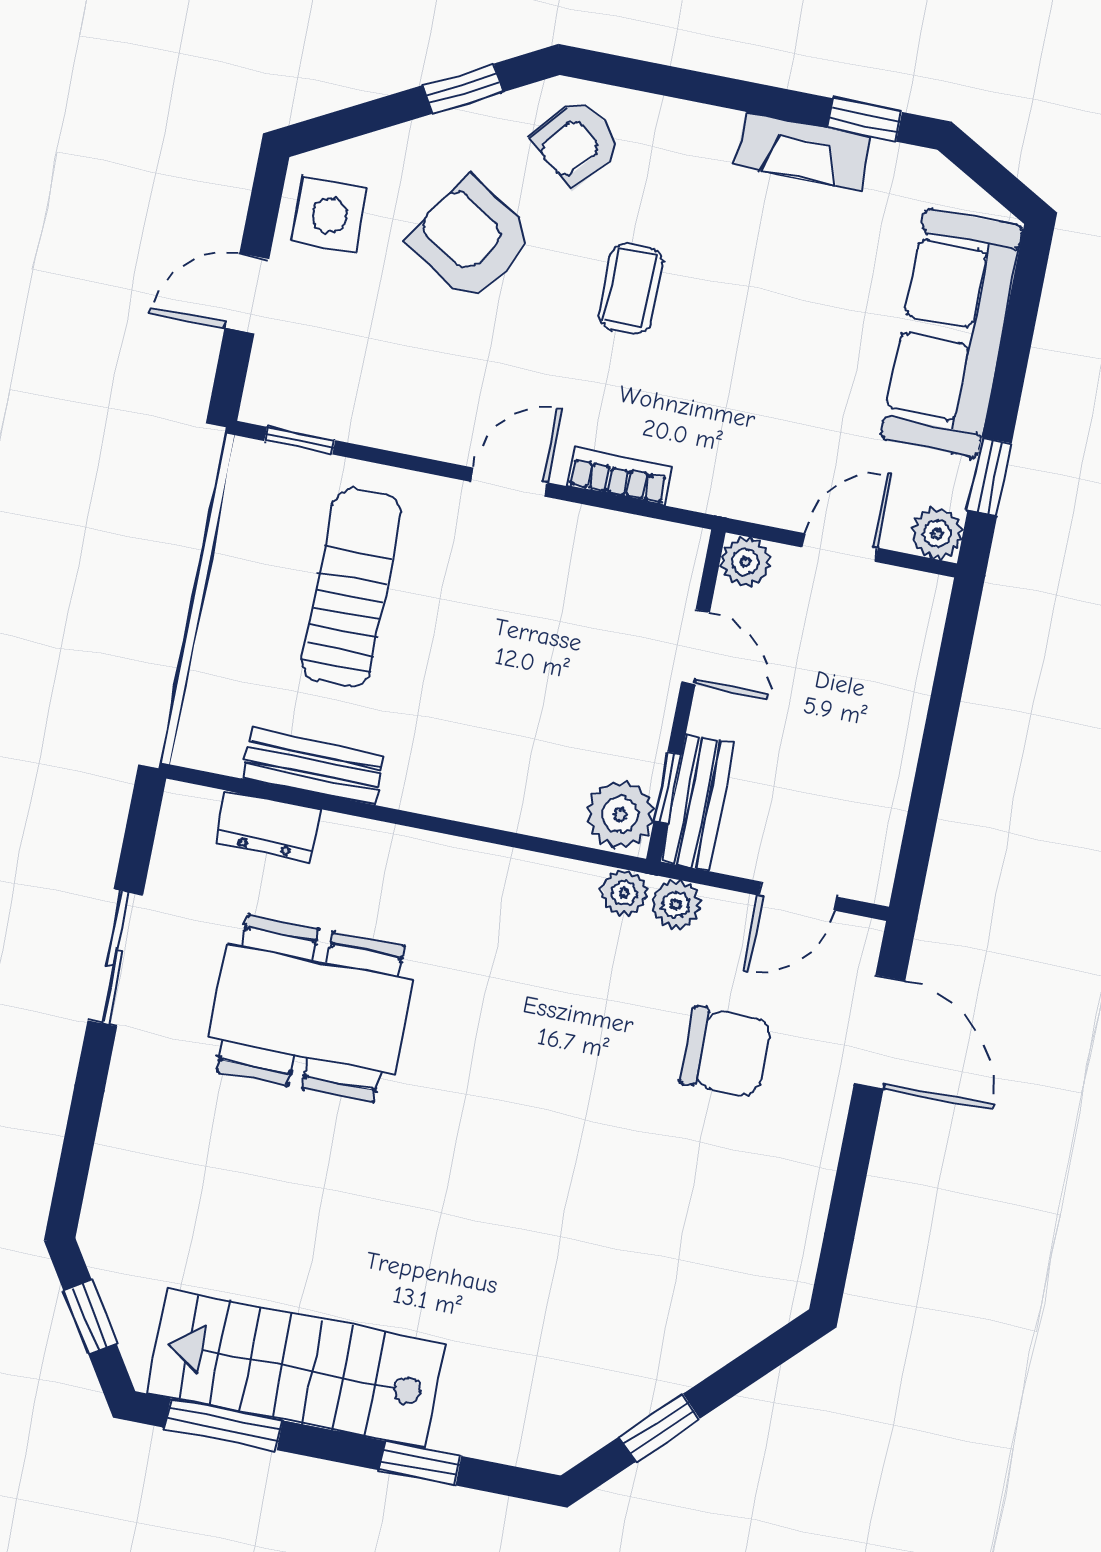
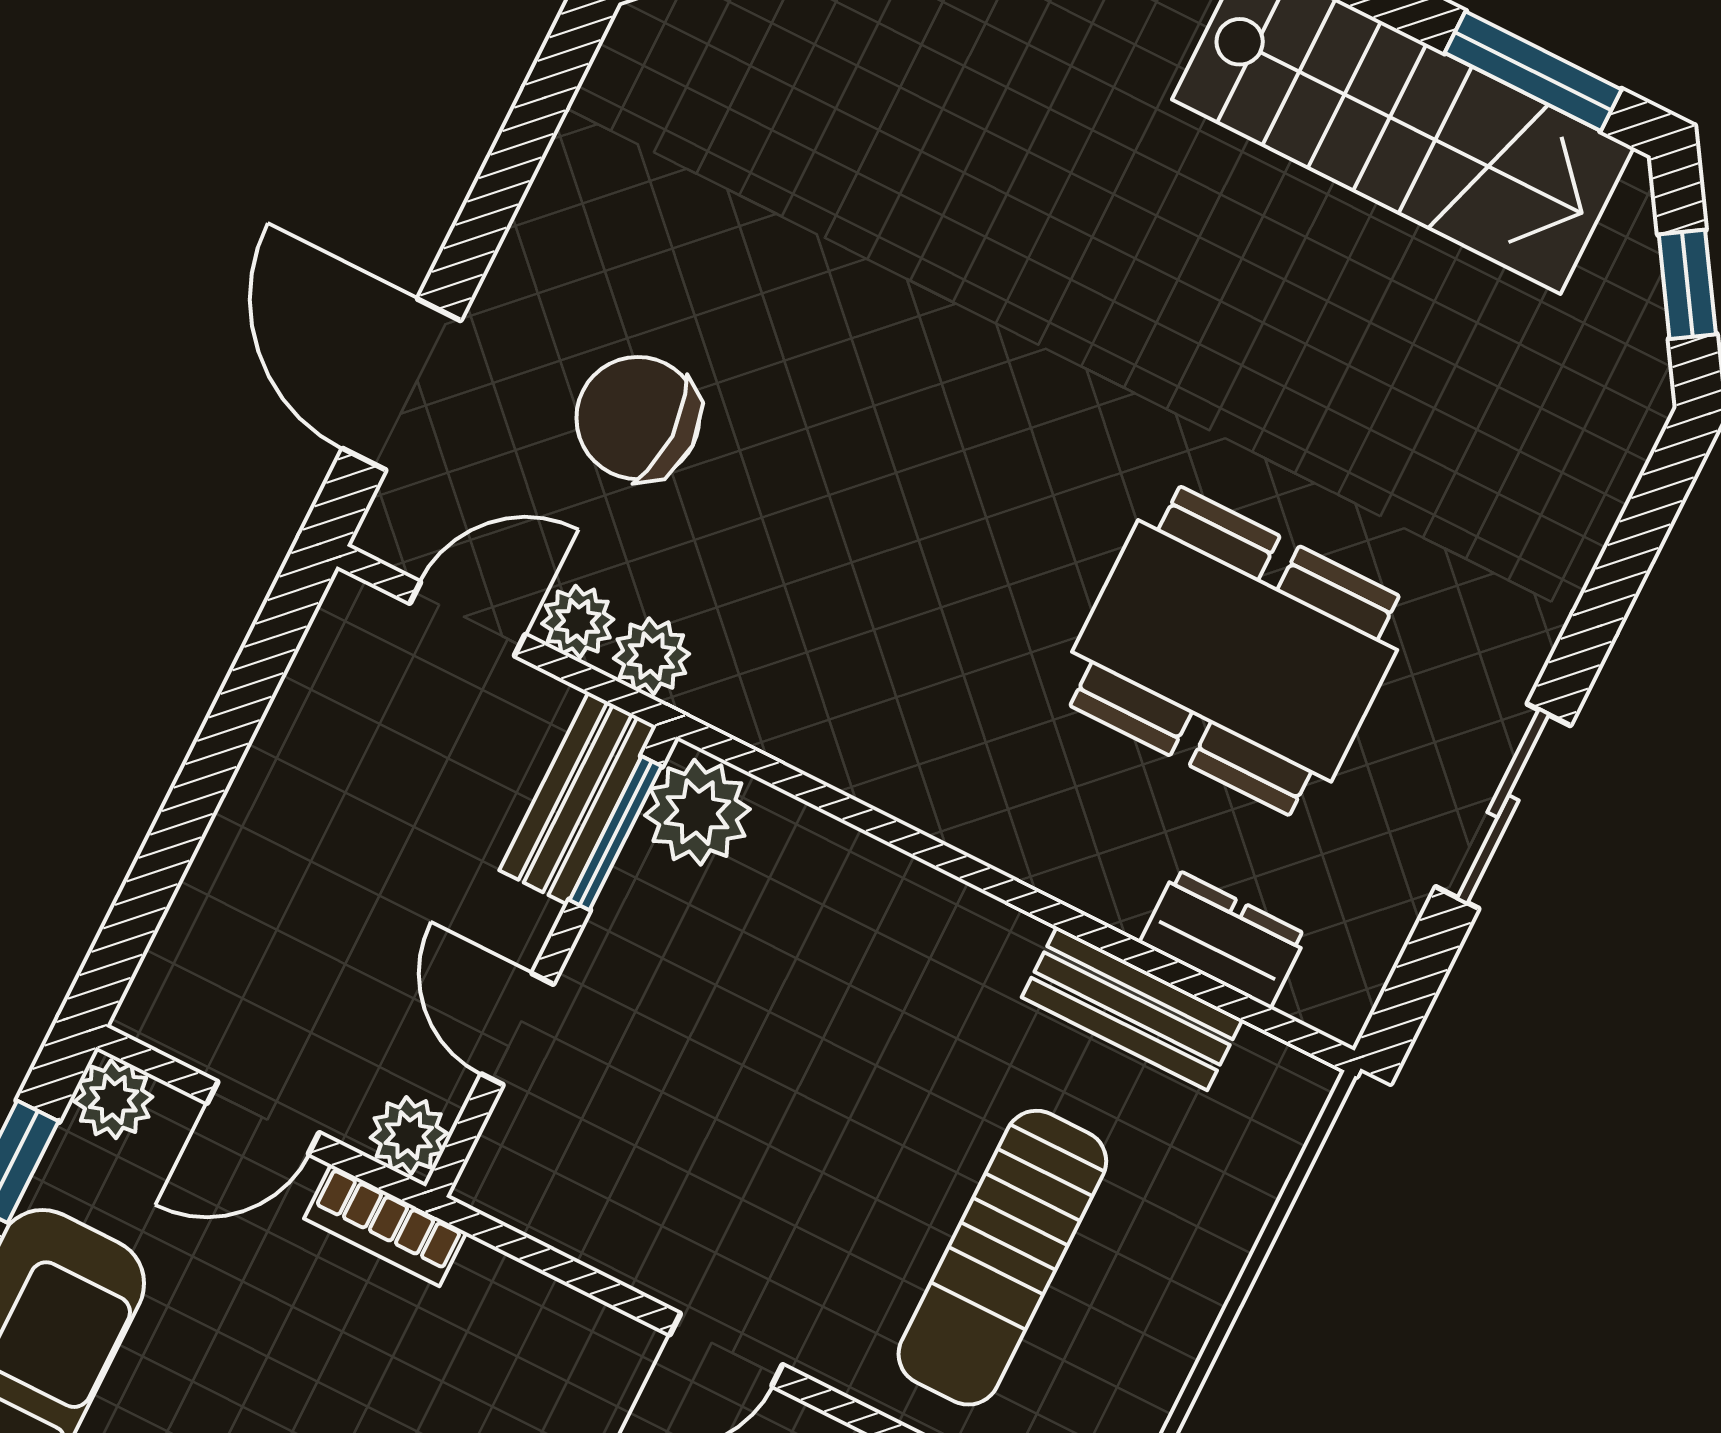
bookcase: (619, 476) -> (385, 1225), moved
window: (668, 787) -> (616, 833), width x1.50
plant: (624, 893) -> (578, 621), moved

